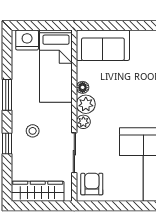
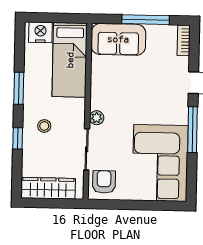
window: (129, 26) -> (146, 20), added
floor lamp: (83, 87) -> (97, 82), removed
plant: (86, 104) -> (99, 100), removed

